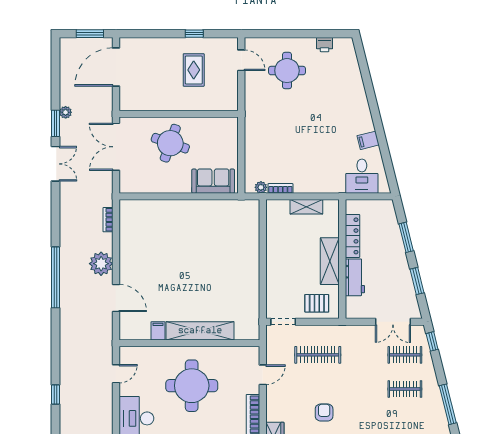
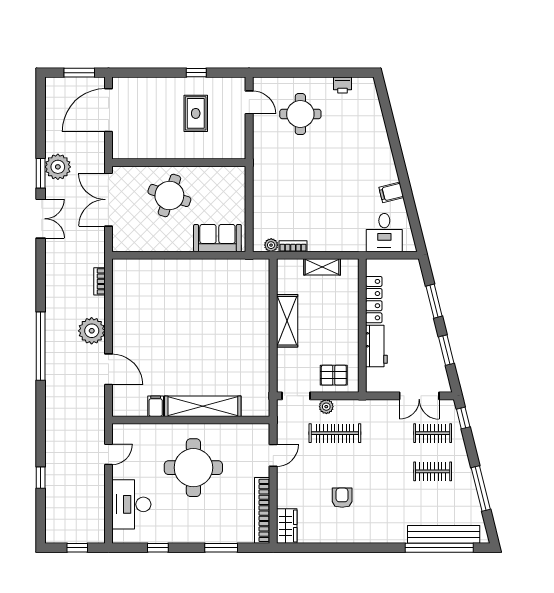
plant: (66, 112) -> (58, 167), width x1.87, depth x1.87
shelving: (330, 261) -> (287, 321), moved
plant: (310, 331) -> (326, 407), added

